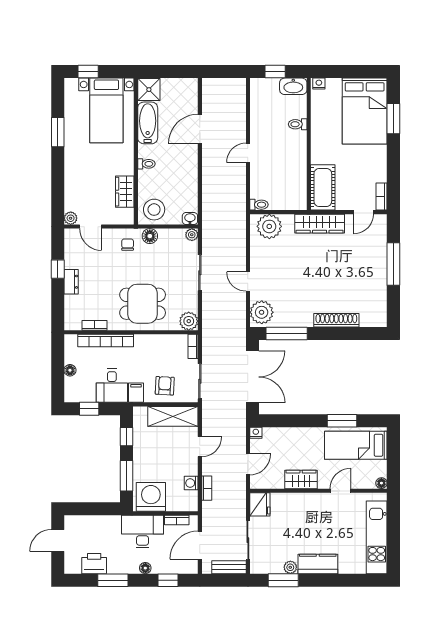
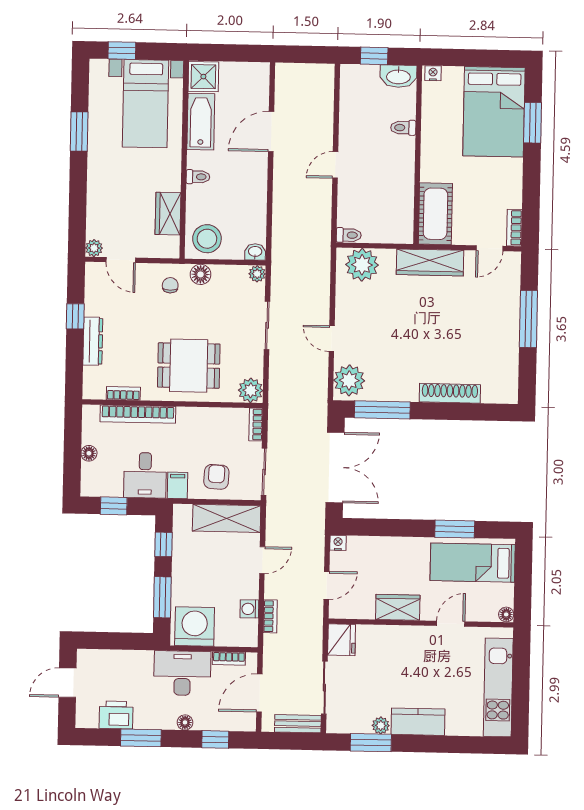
dresser: (71, 282) -> (93, 341), width x1.44

